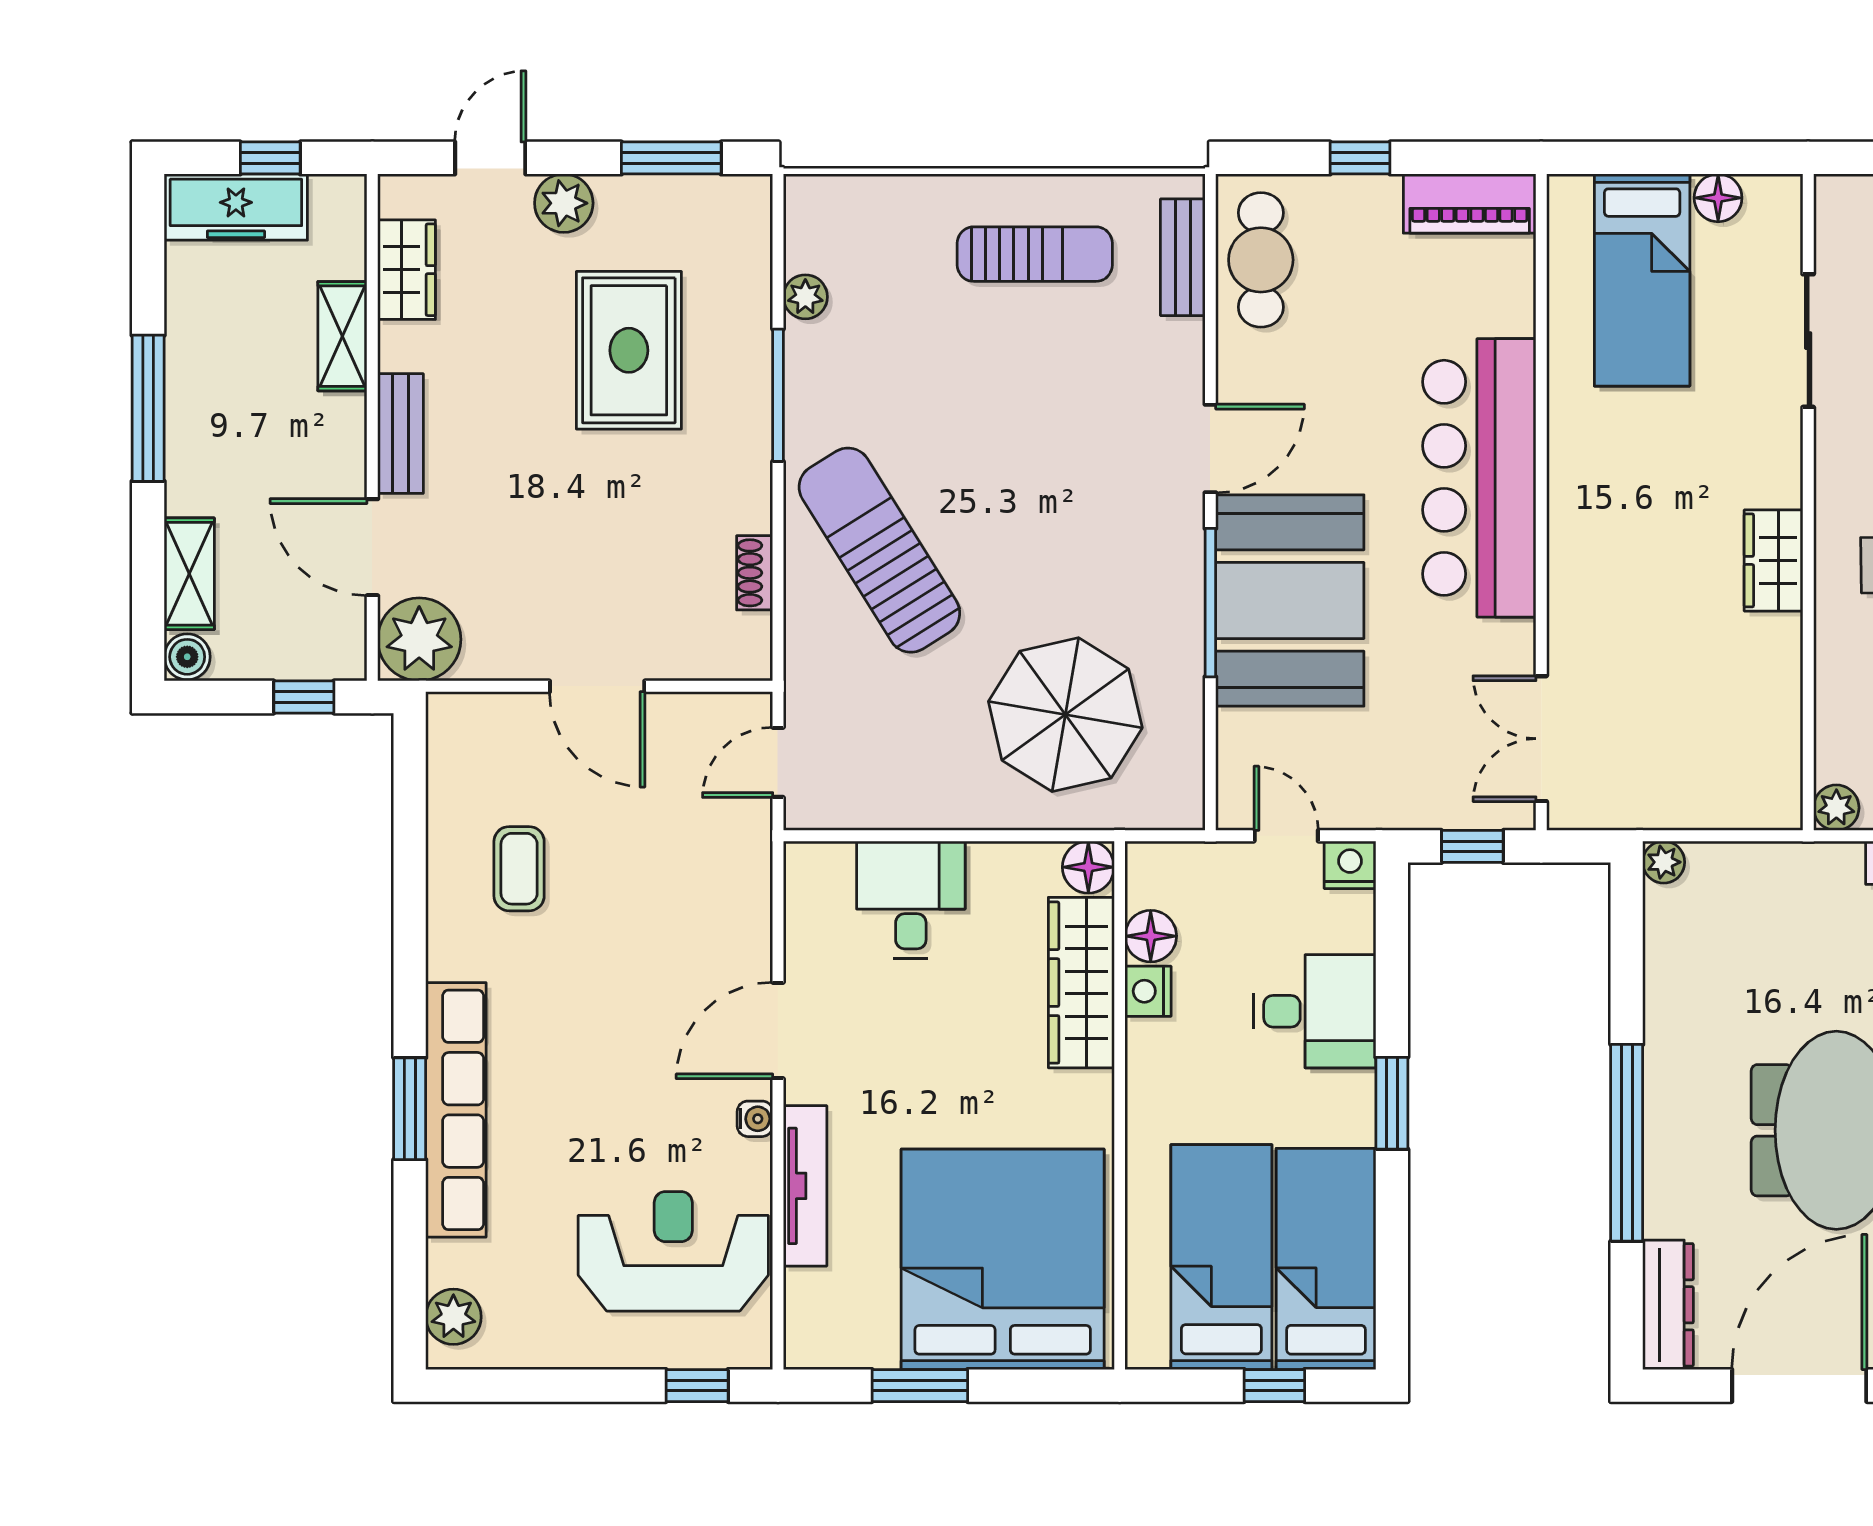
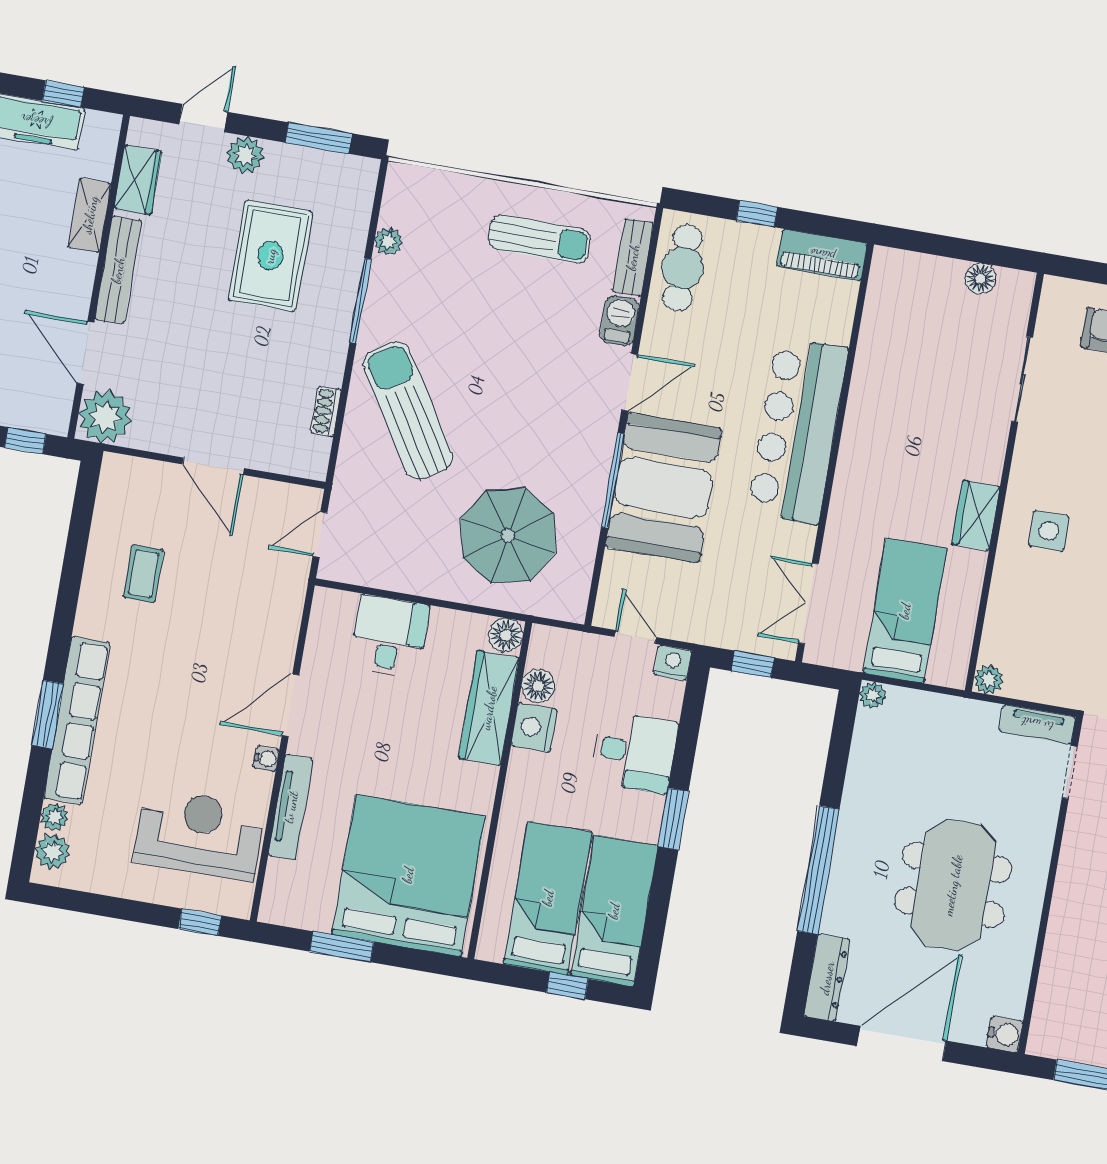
bed: (1642, 280) -> (905, 611), moved, turned 180
barbecue: (1179, 357) -> (619, 321), added
bench: (401, 434) -> (118, 270), width x1.36
nightstand: (1148, 991) -> (534, 727), width x1.36, depth x1.33
plant: (447, 1263) -> (54, 817), added

